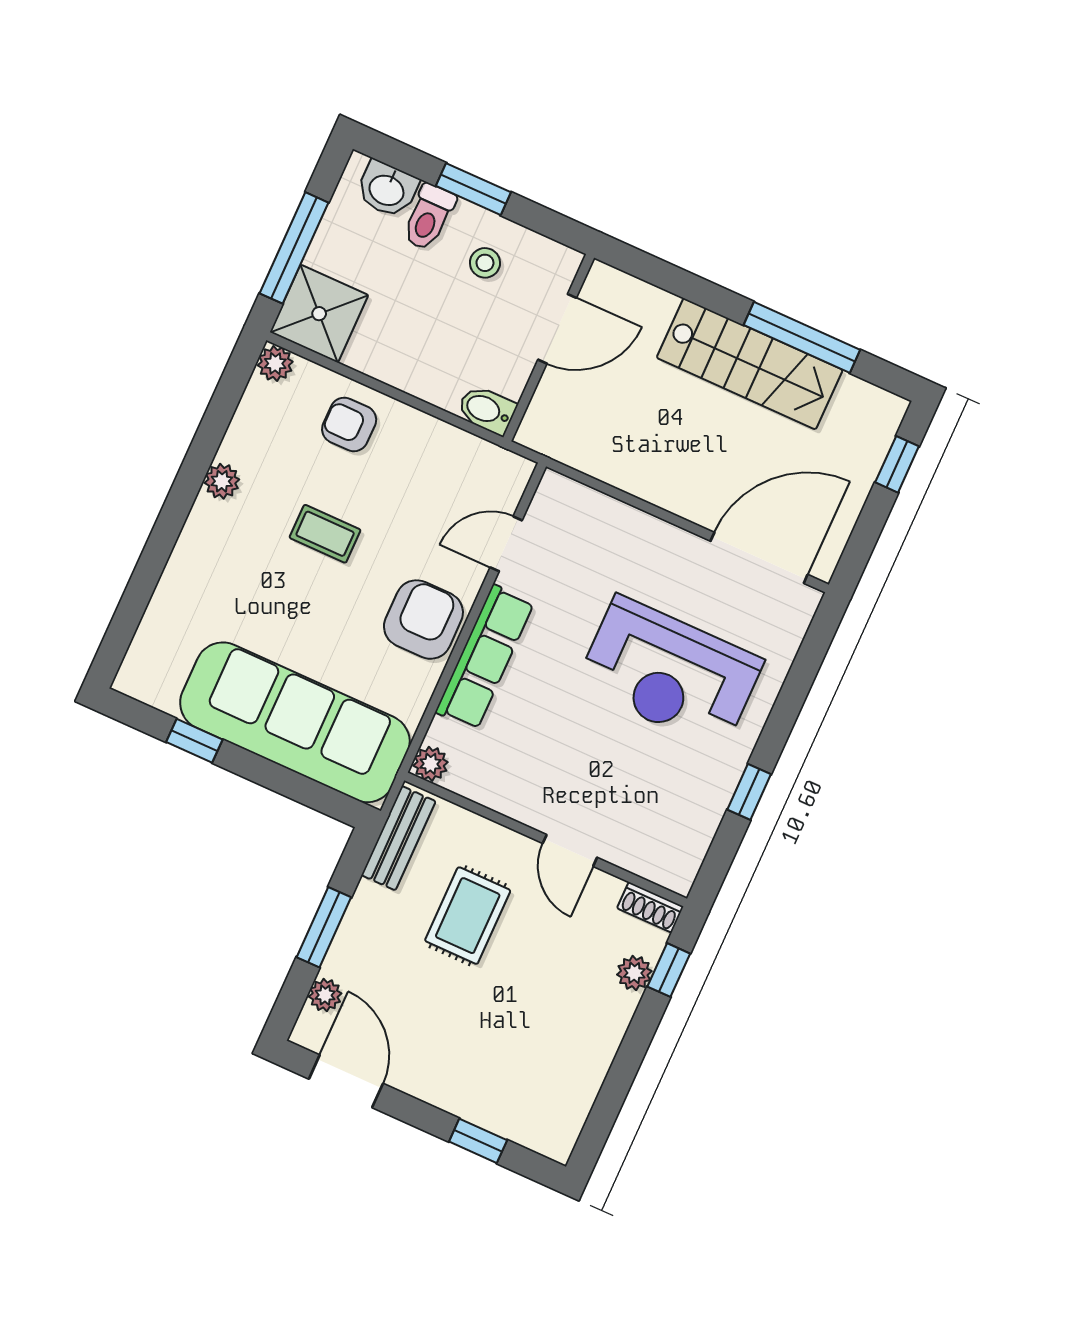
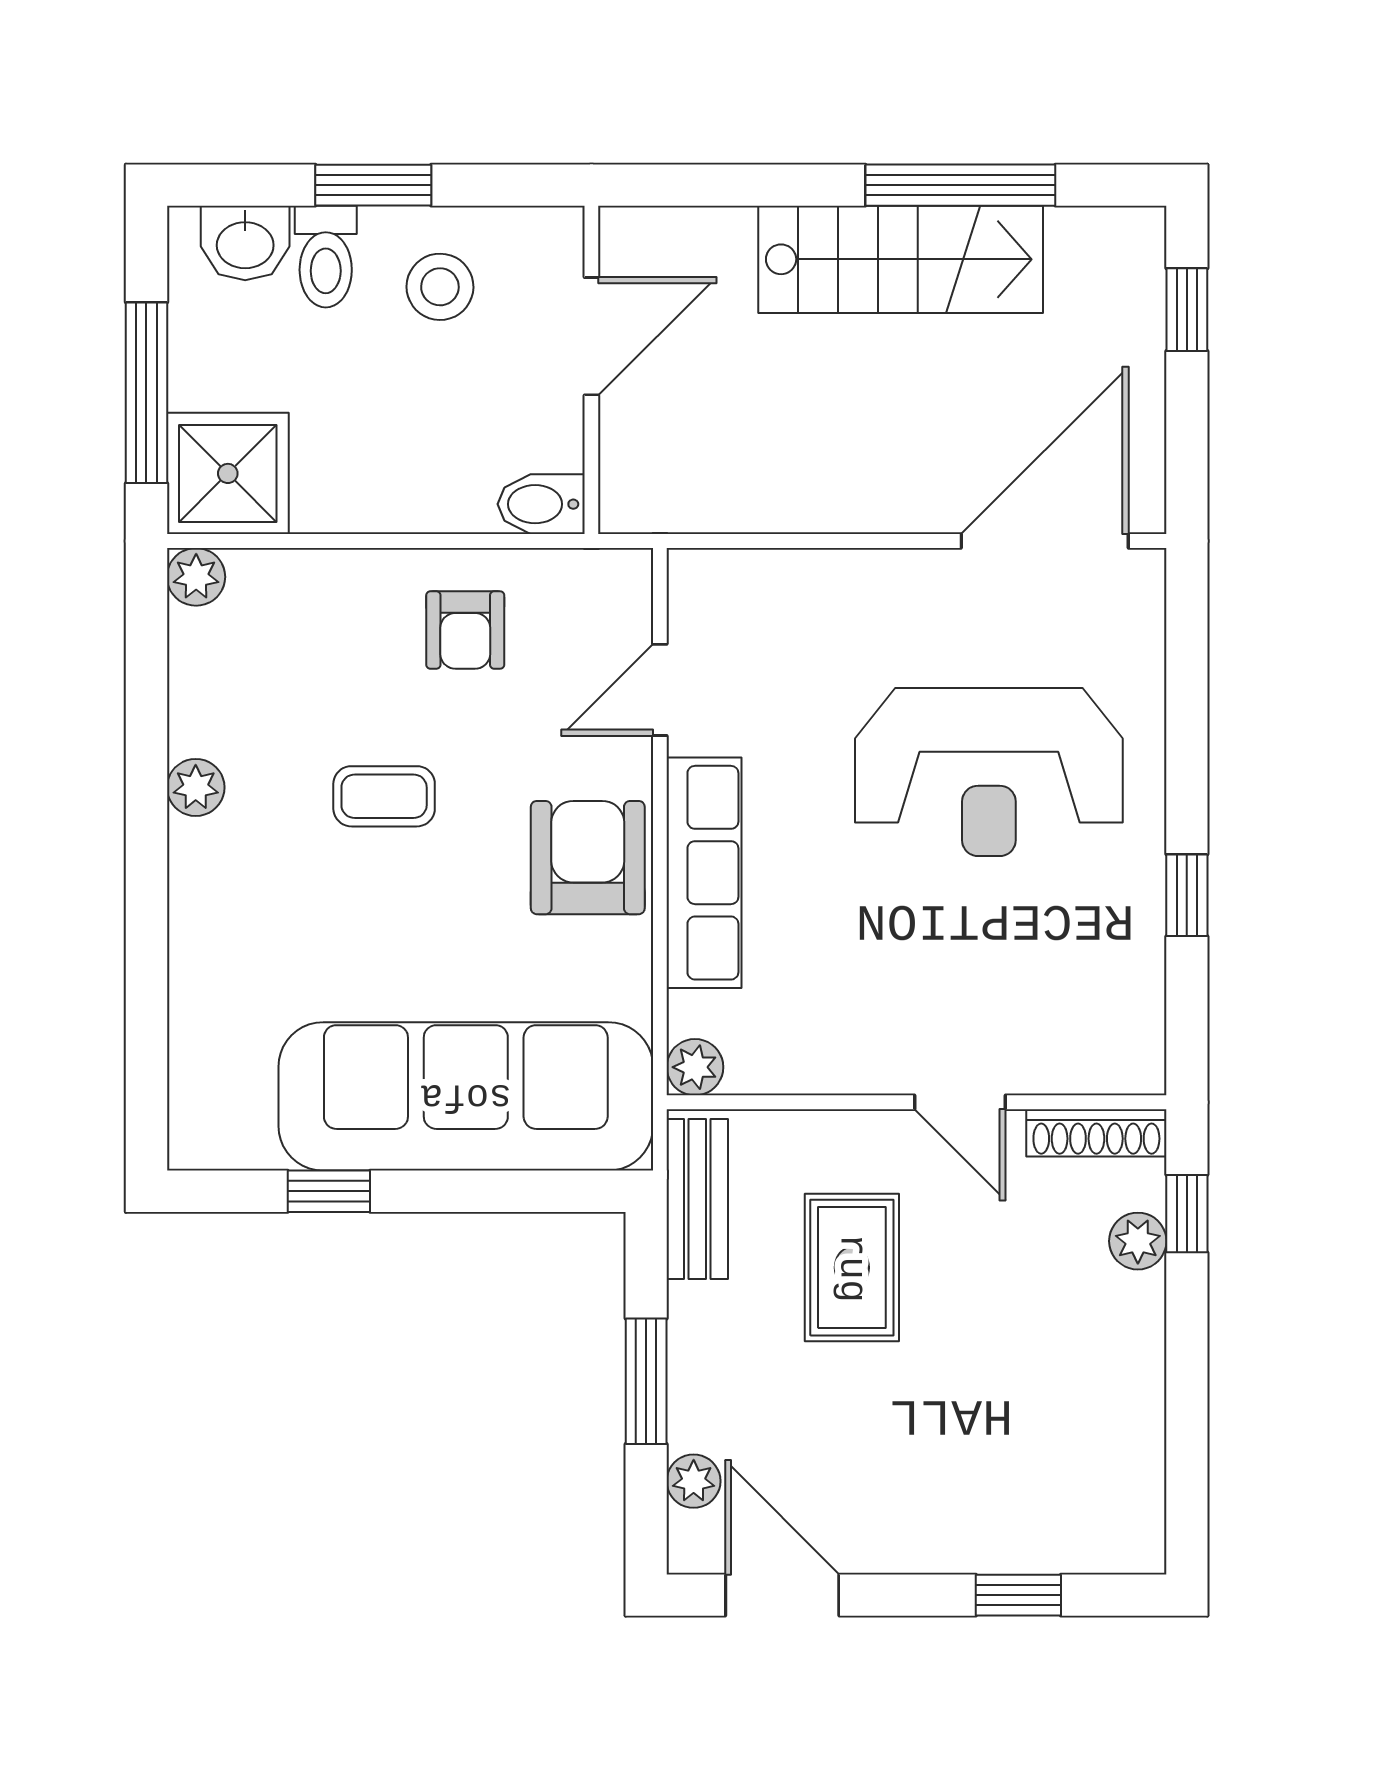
stool: (485, 263) -> (440, 287), width x1.37, depth x1.37
armchair: (349, 424) -> (465, 630), moved, turned -90
shoe rack: (650, 907) -> (1096, 1133), width x1.43

